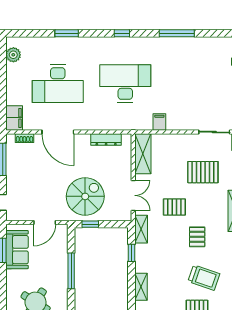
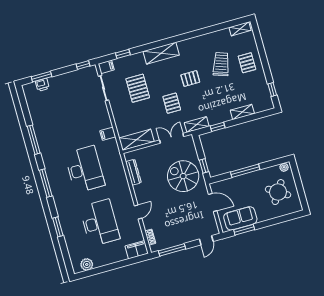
window: (122, 33) -> (46, 183), width x2.17
desk: (125, 84) -> (85, 169), turned 180
door: (58, 132) -> (138, 212), width x0.53

